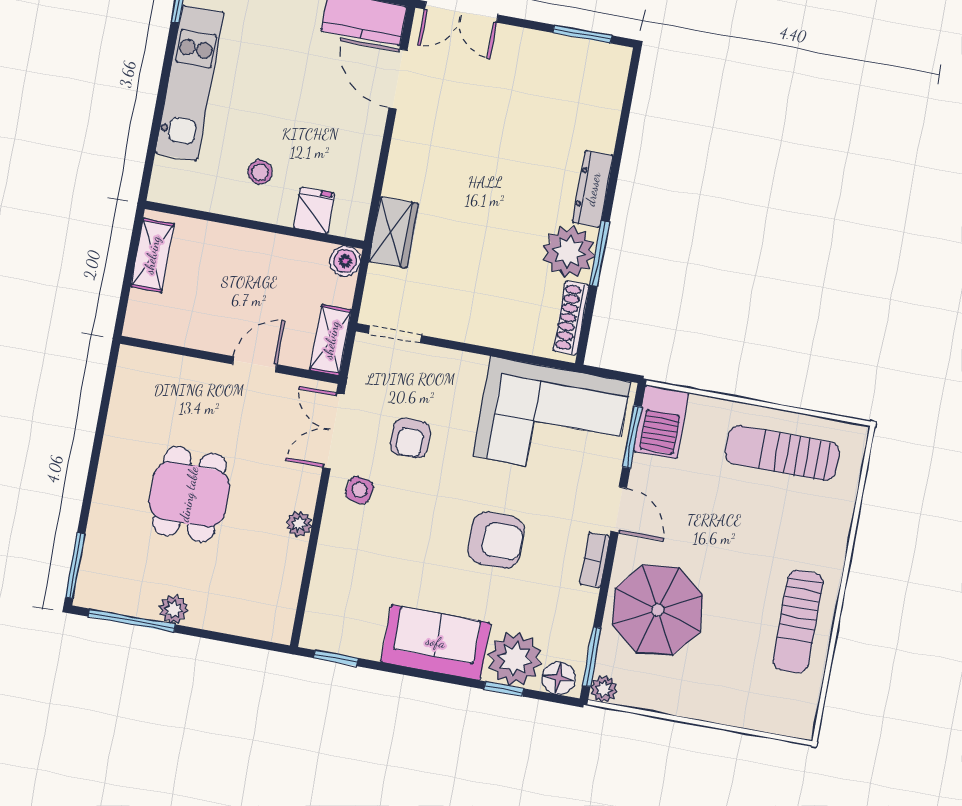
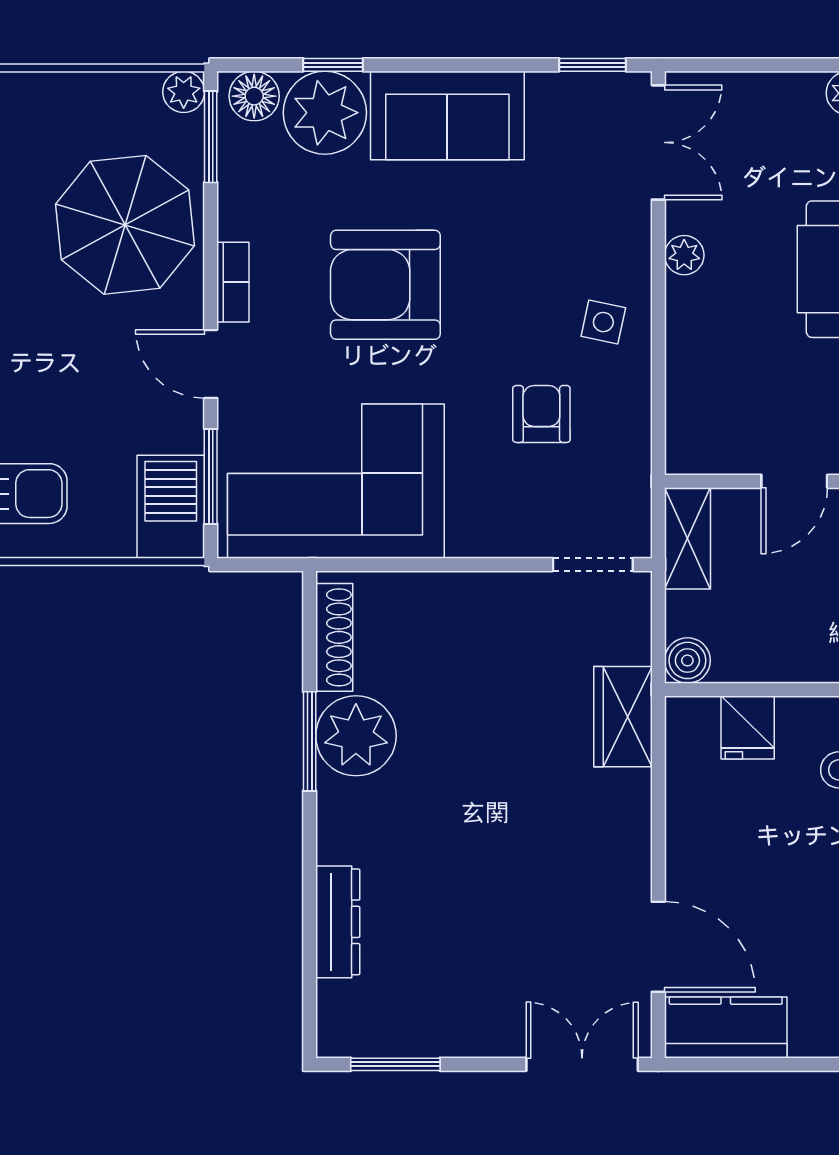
dresser: (593, 189) -> (338, 922), moved
double door: (333, 431) -> (658, 142), moved
armchair: (496, 540) -> (385, 285), width x1.36, depth x1.36

